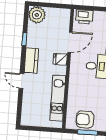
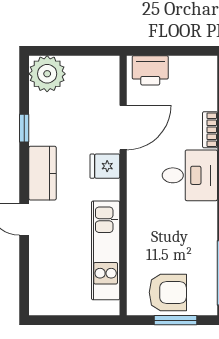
armchair: (85, 119) -> (168, 292), turned 180

